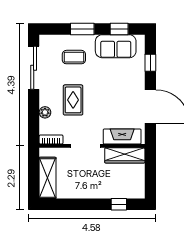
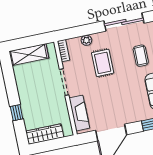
rug: (73, 100) -> (103, 63), turned 90
wardrobe: (125, 155) -> (45, 134), moved, turned 90
window: (119, 204) -> (17, 113), moved

